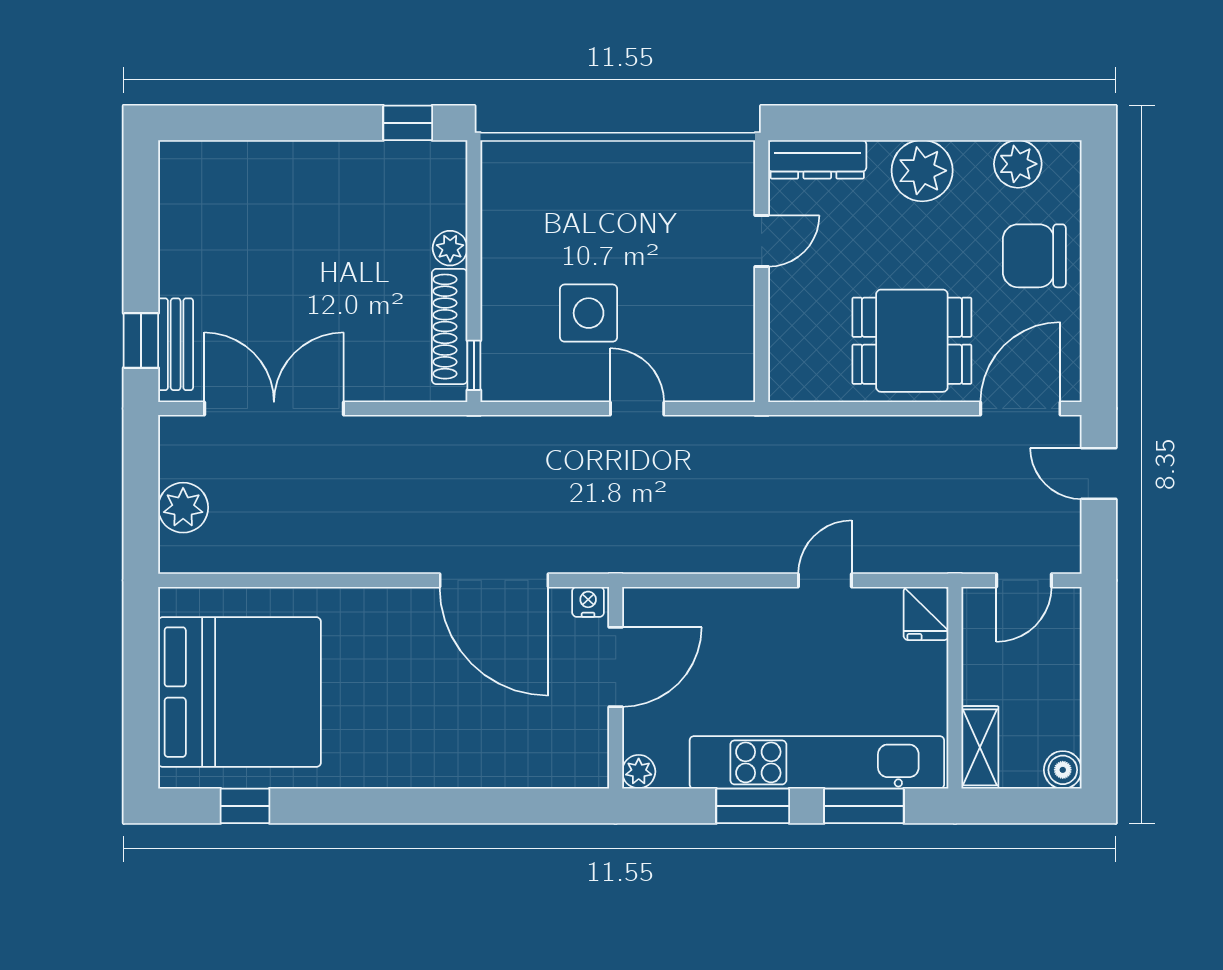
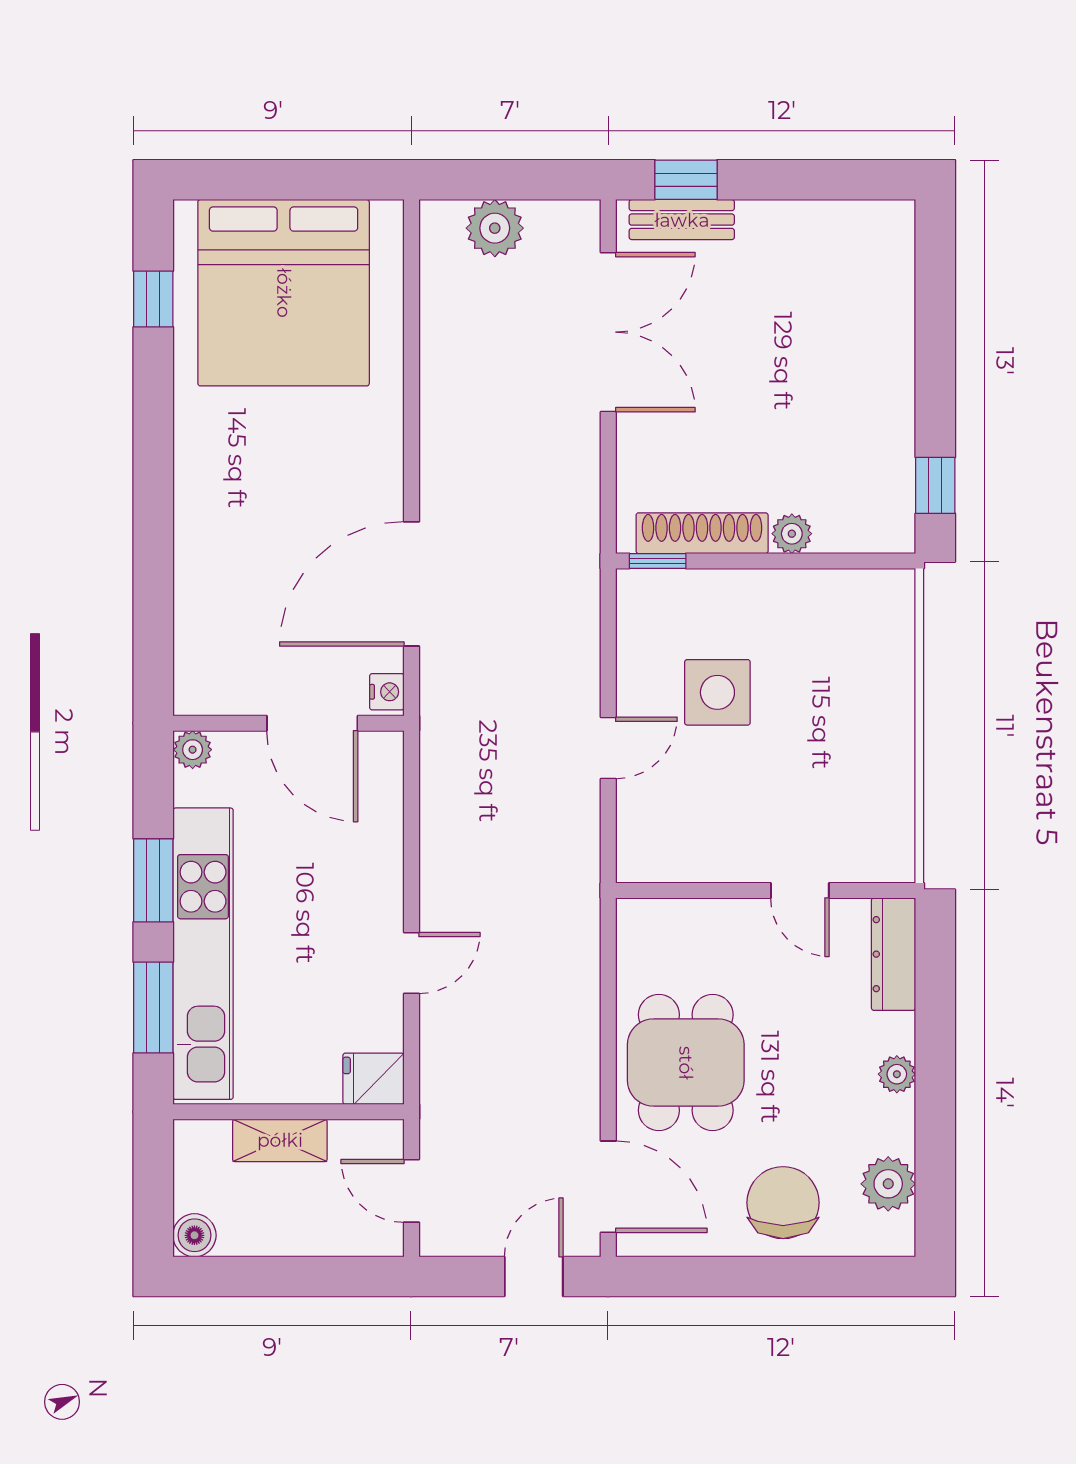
plant: (922, 171) -> (897, 1074), width x0.53, depth x0.53
door: (825, 580) -> (411, 963), hinge flipped
shelving: (980, 747) -> (280, 1140), moved

